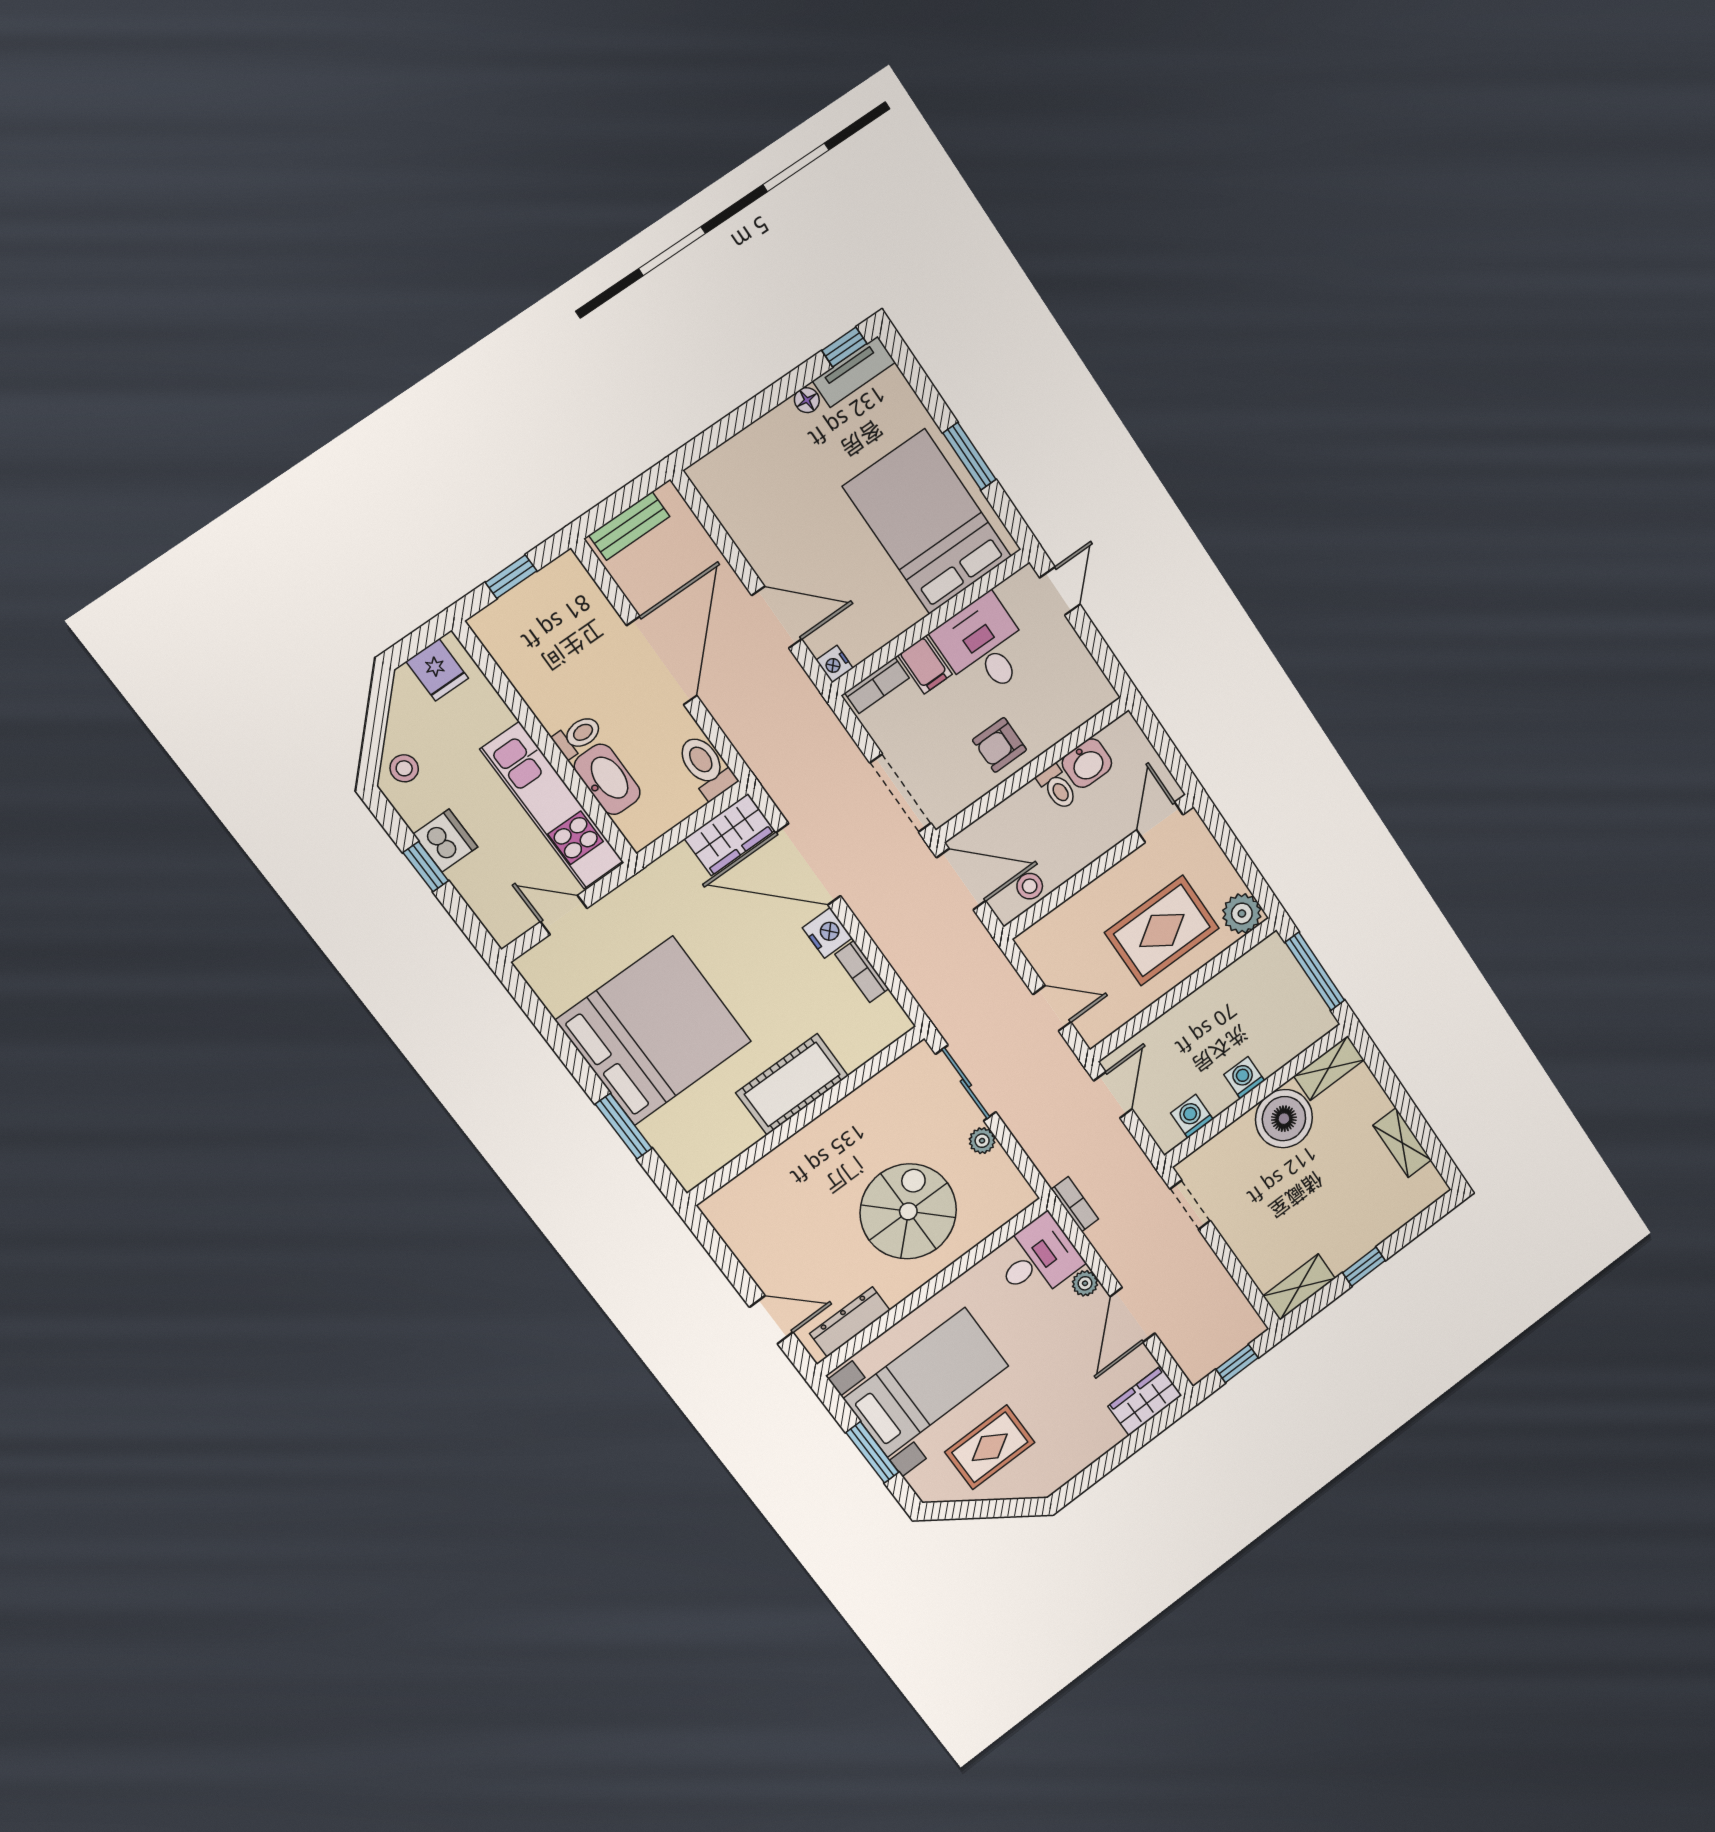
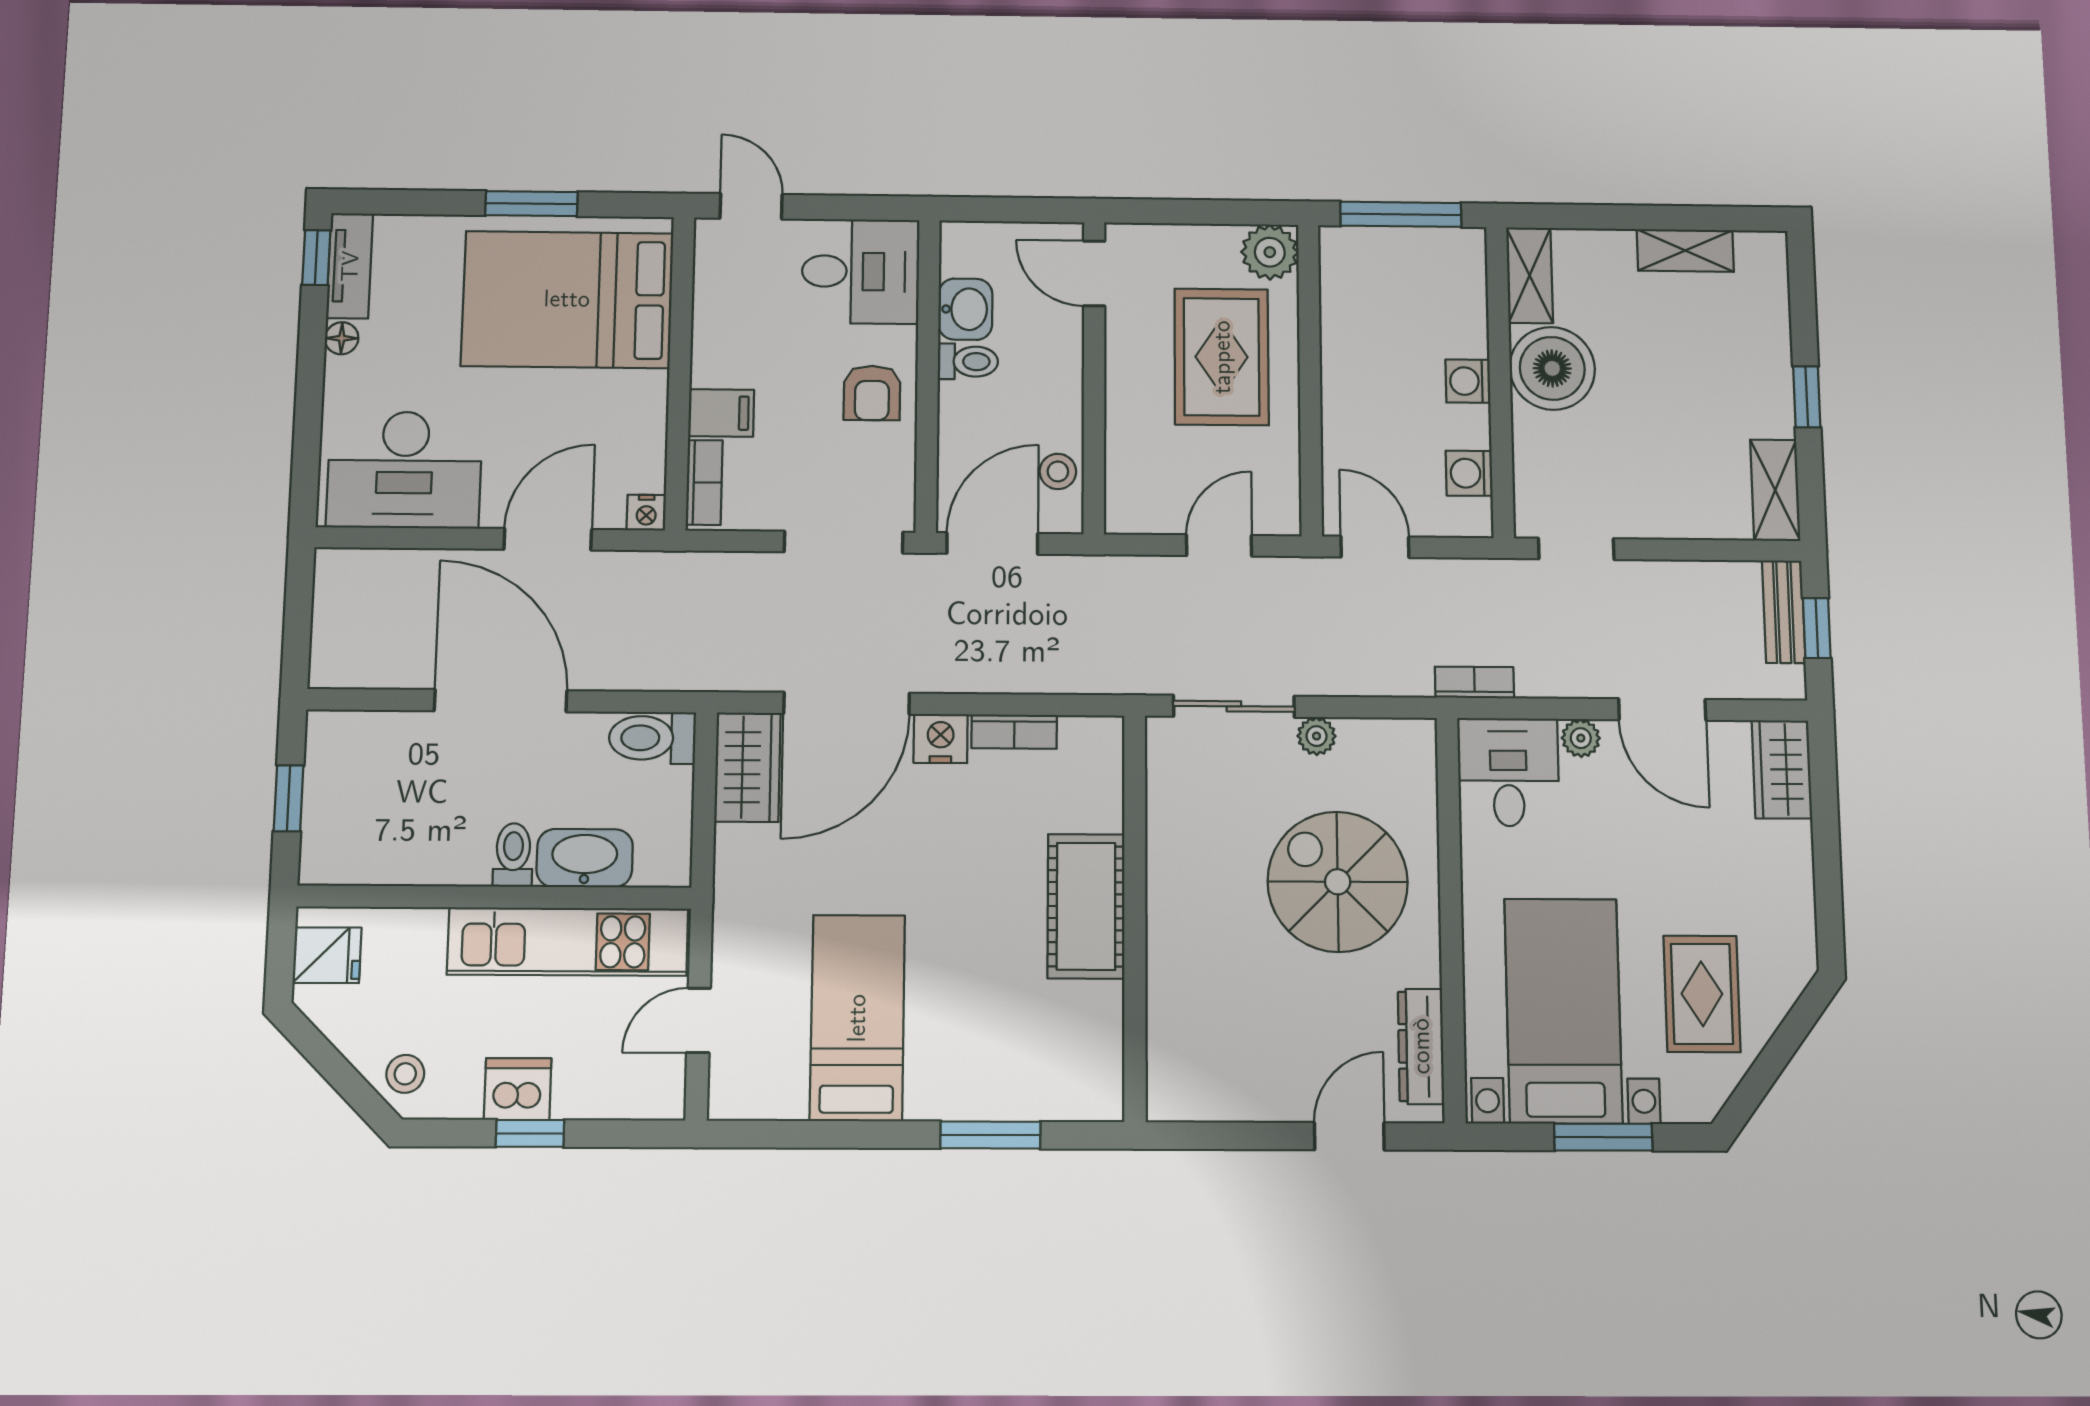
desk: (756, 499) -> (405, 470), added
bench: (629, 526) -> (1784, 612), moved
desk: (984, 647) -> (861, 271), moved, turned 180
bed: (654, 1031) -> (857, 1018), width x0.49

